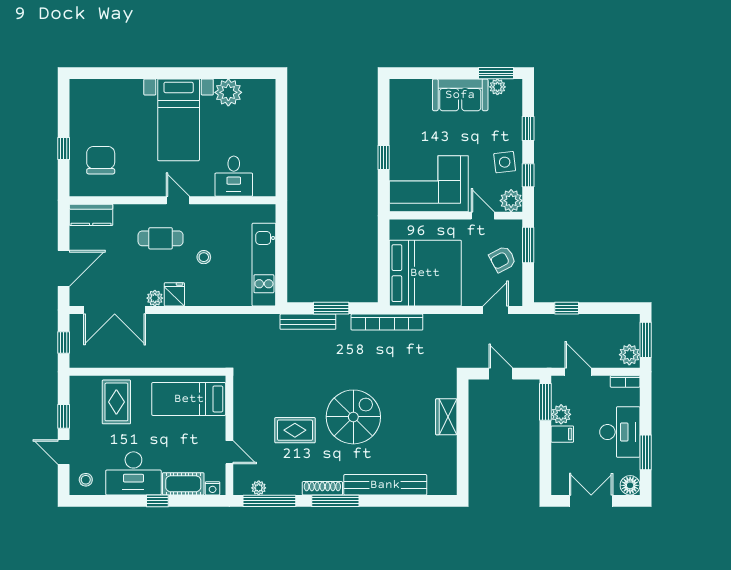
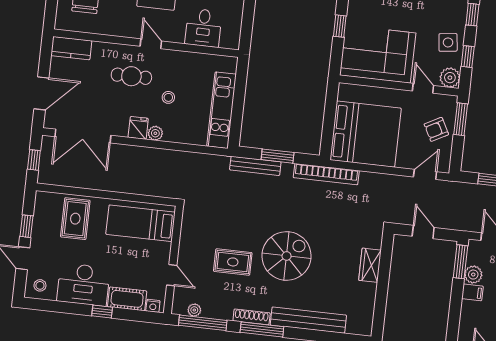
plant: (155, 298) -> (155, 133), moved

